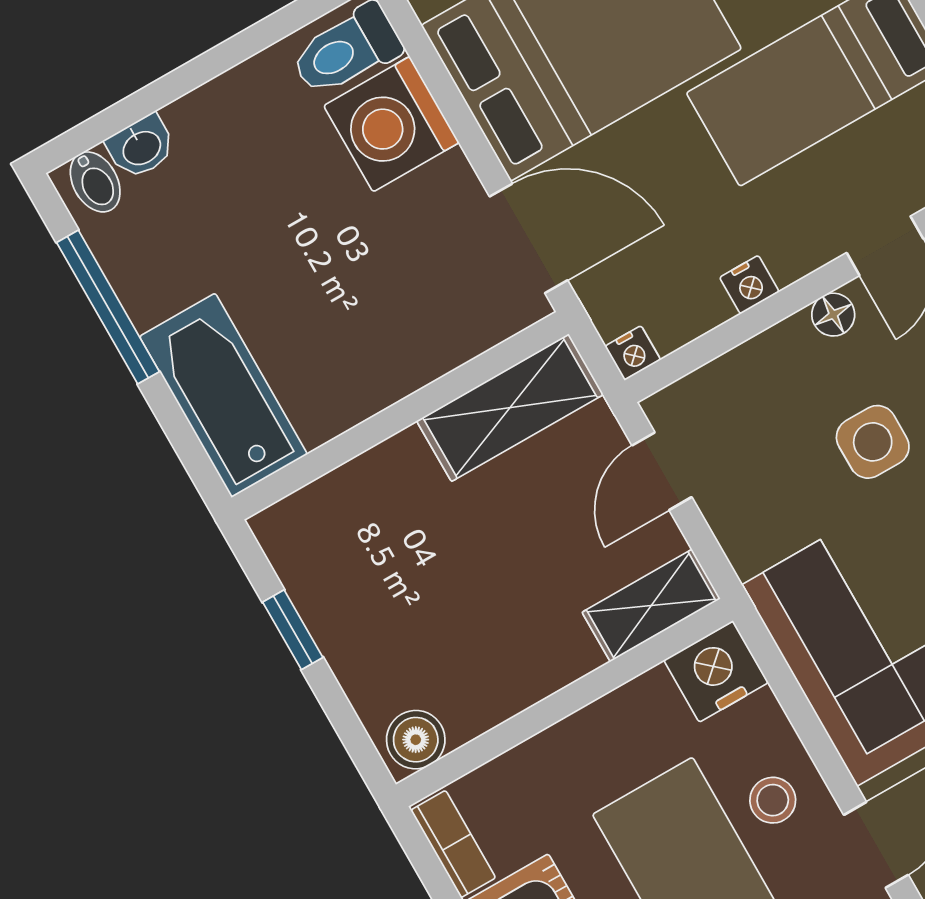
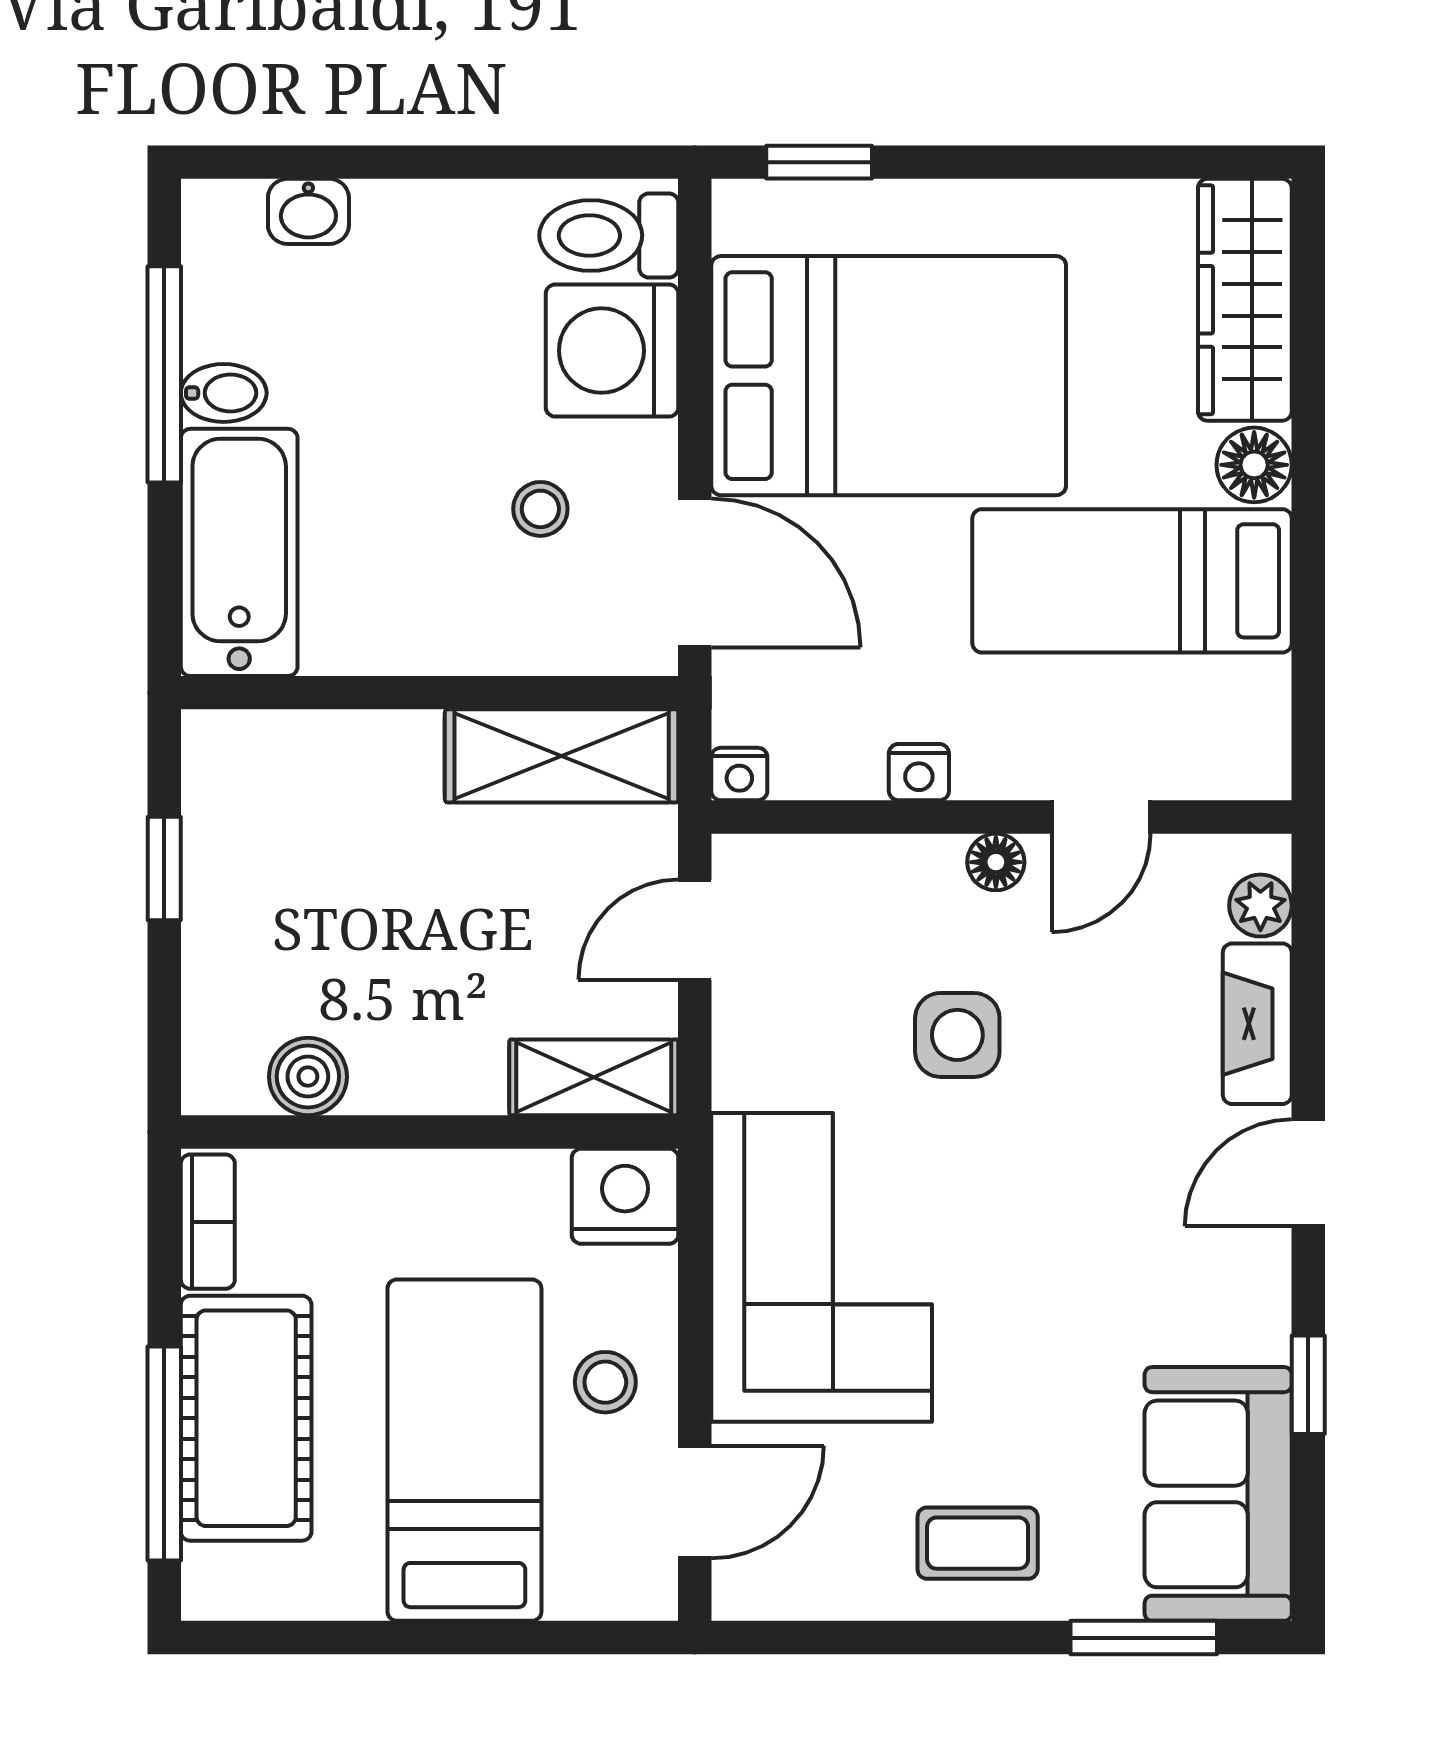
bidet: (95, 182) -> (224, 393), moved, turned -90
stool: (404, 254) -> (540, 509), added
boiler: (416, 740) -> (308, 1077), moved

